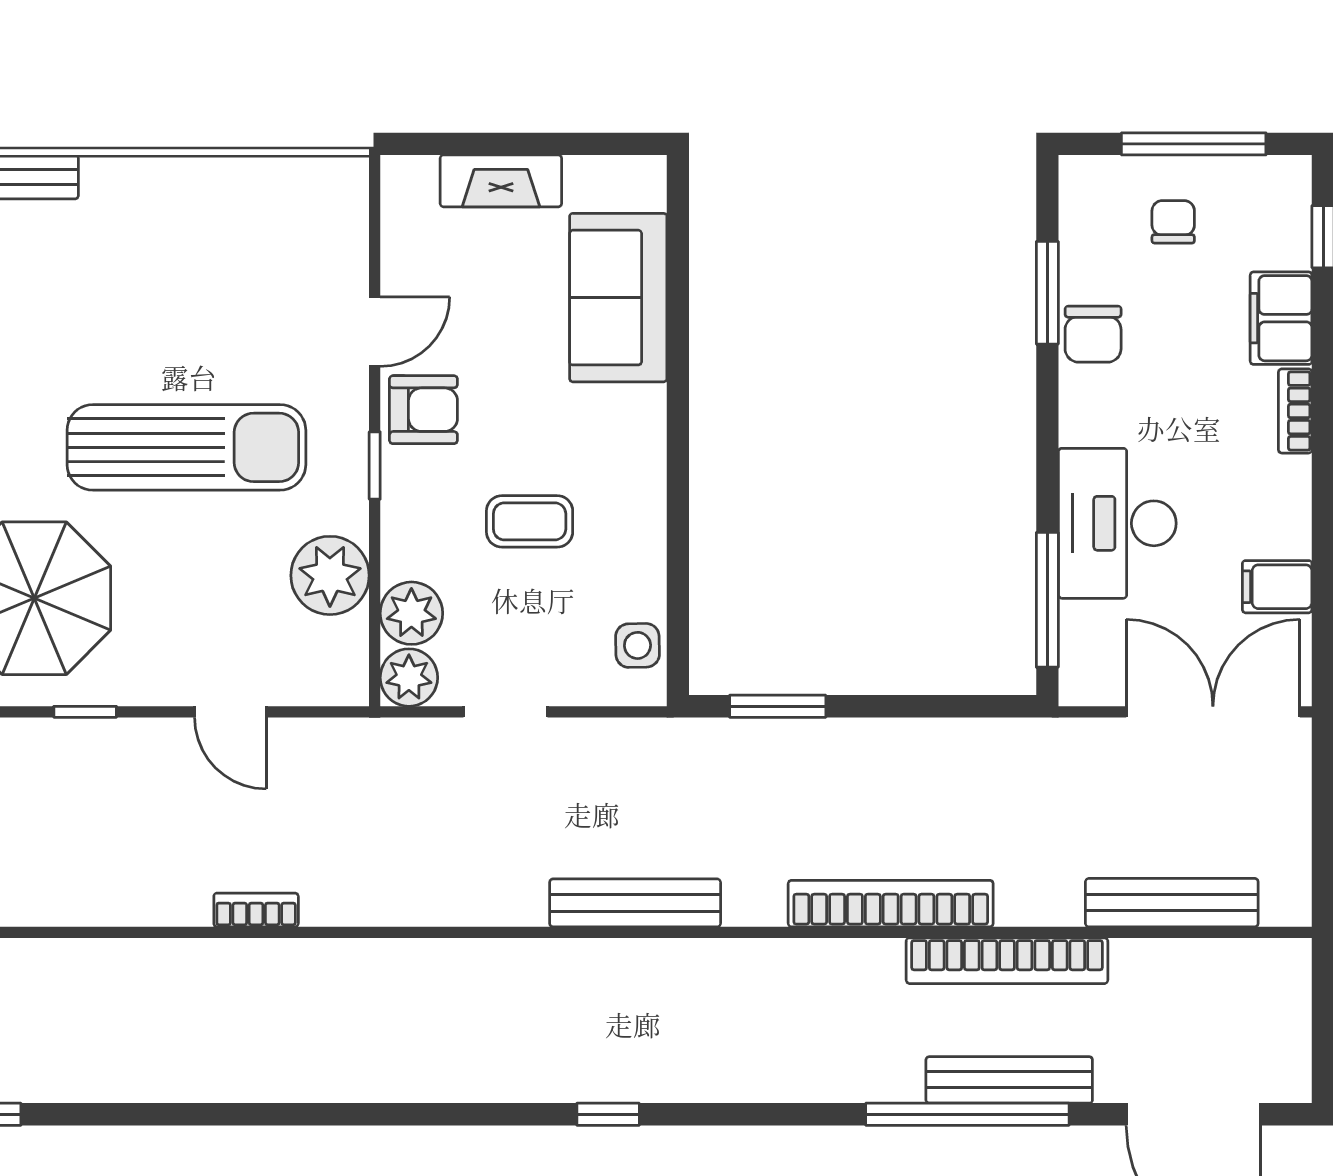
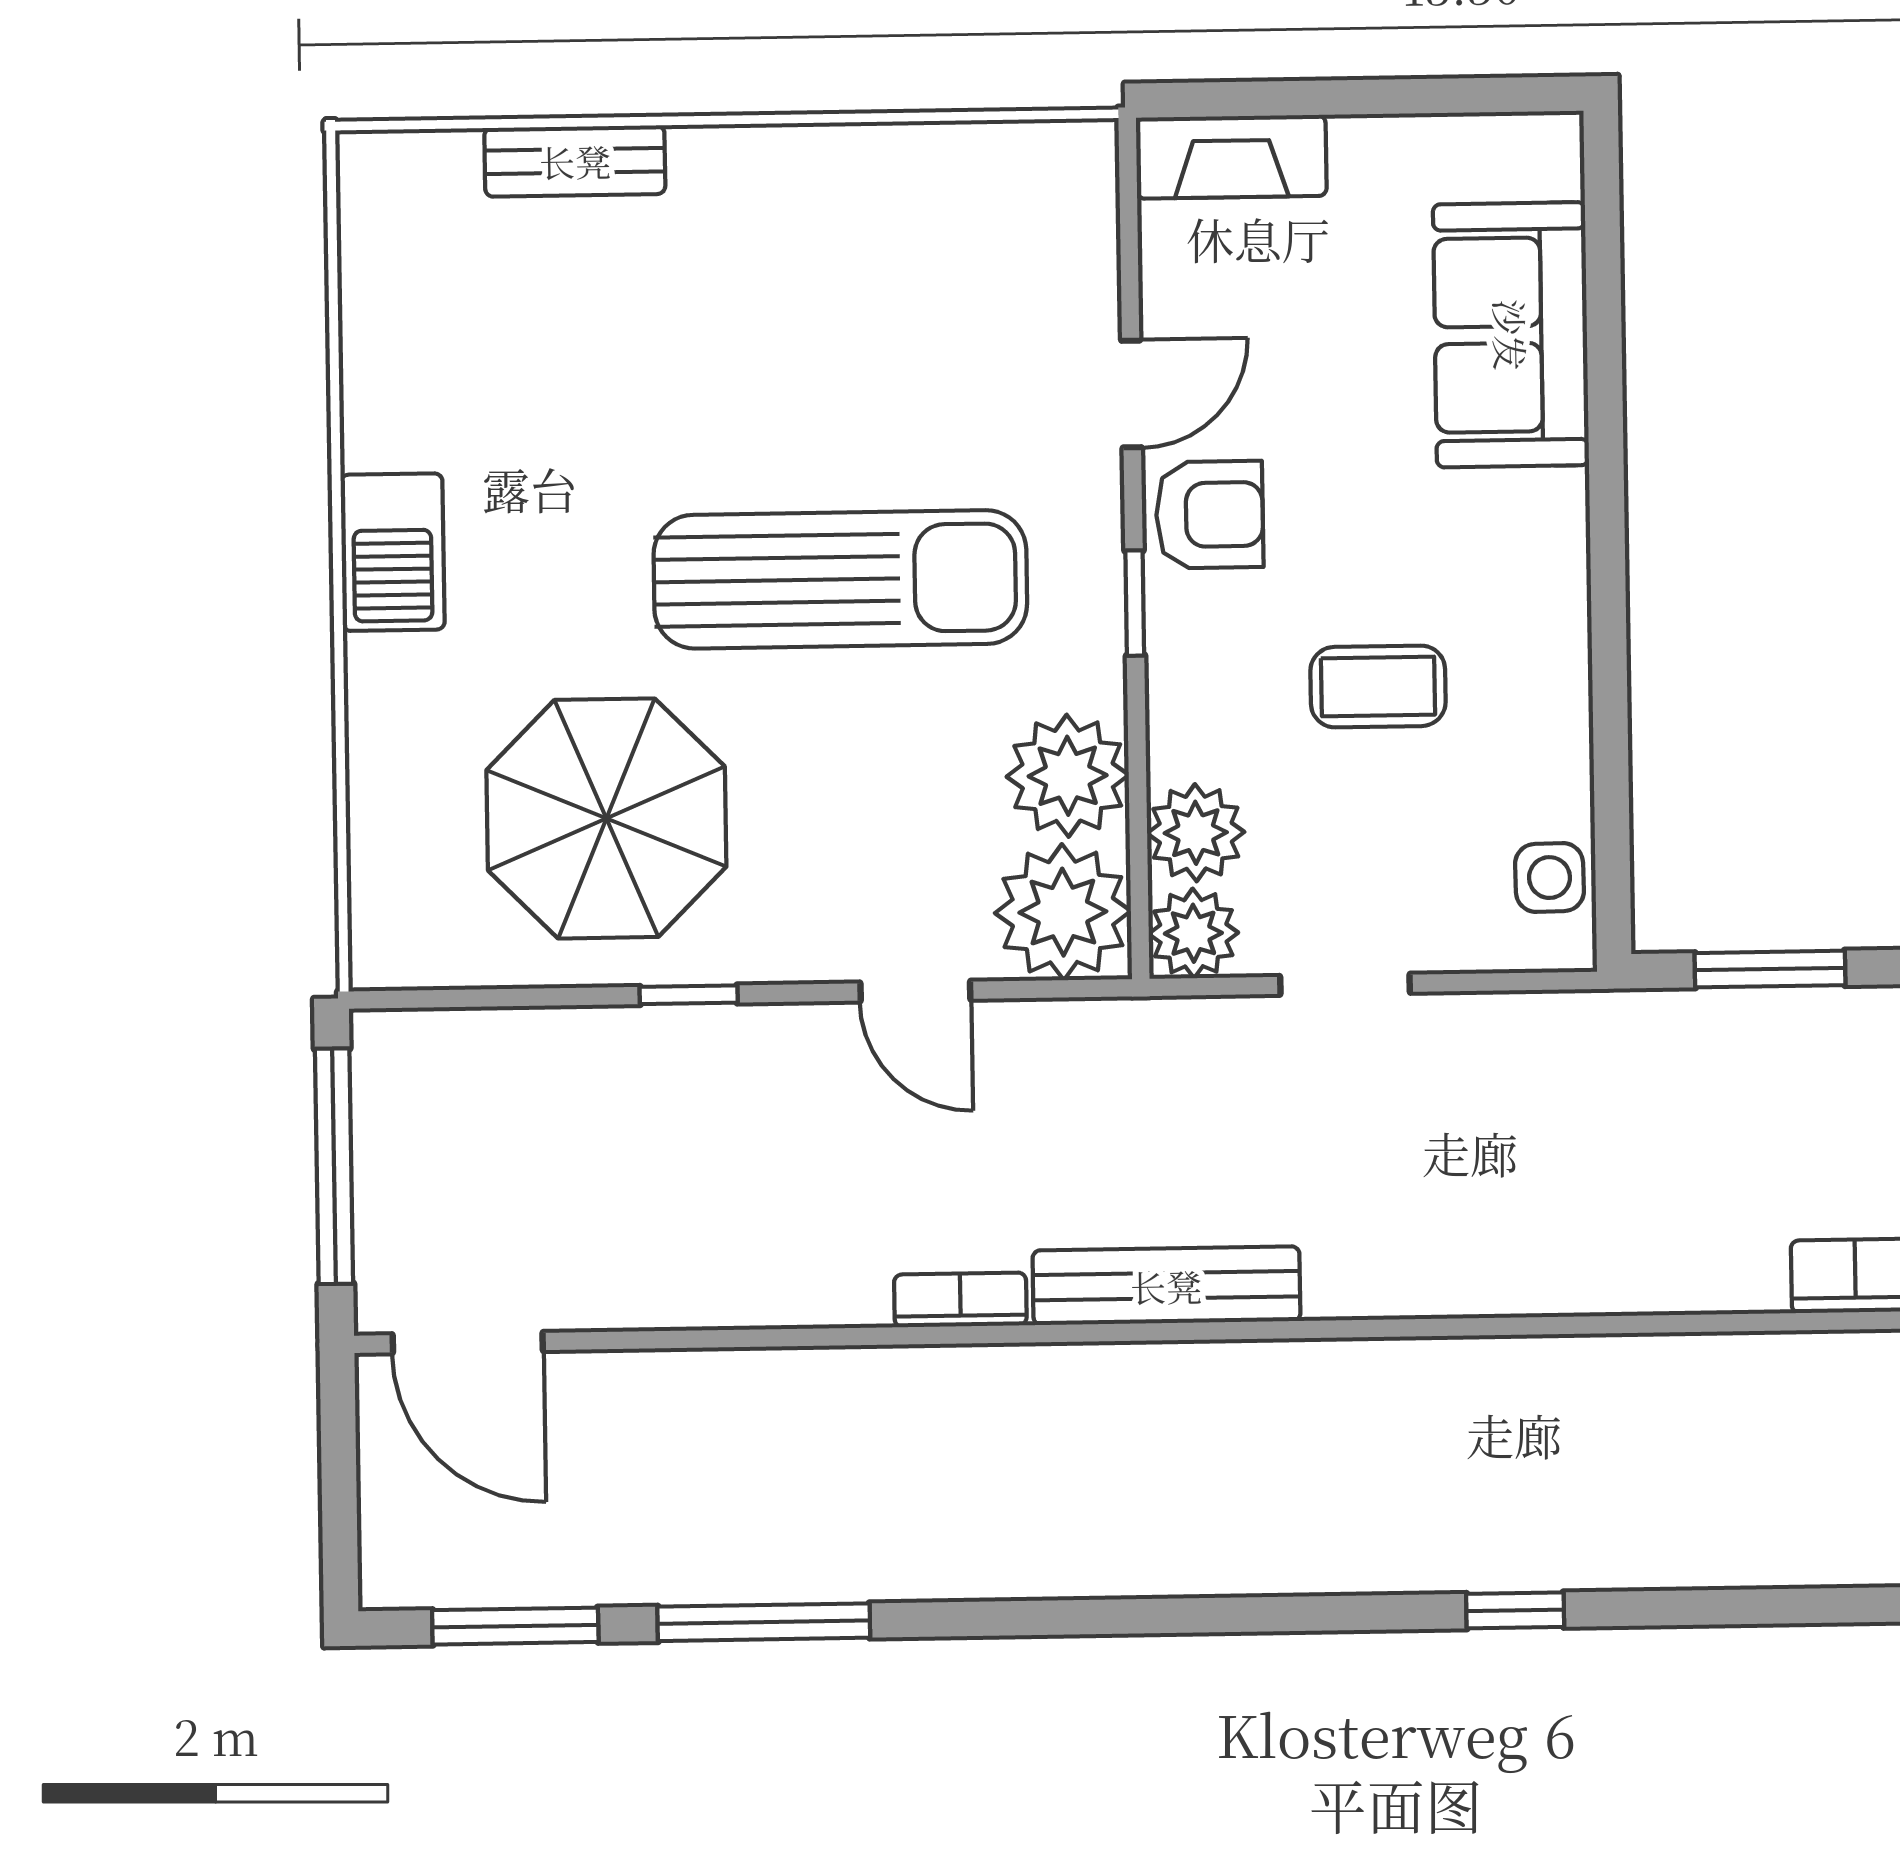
fireplace: (501, 181) -> (1231, 157), moved
plant: (326, 663) -> (1063, 912), added
bench: (635, 903) -> (1166, 1286), moved
window: (127, 1114) -> (764, 1622), added

